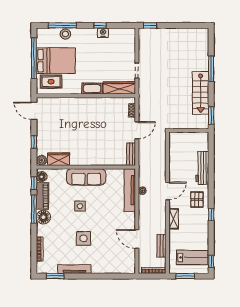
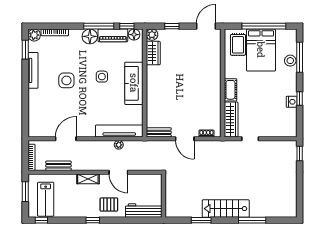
wall: (189, 130) -> (164, 196), moved
plant: (42, 268) -> (34, 35), added

